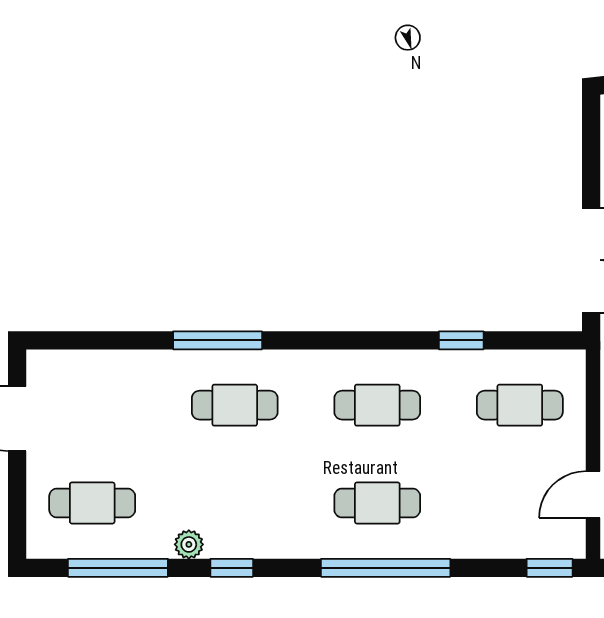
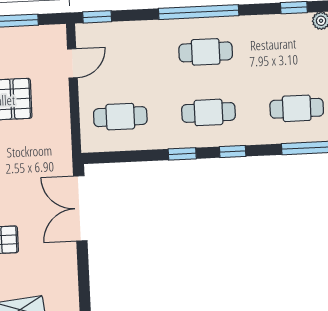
window: (341, 340) -> (233, 151), added
window: (461, 340) -> (182, 154), moved

